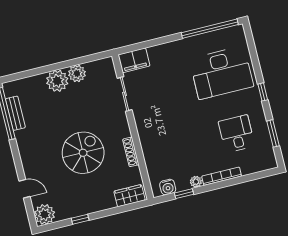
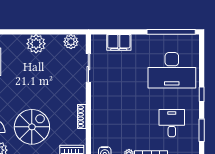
filing cabinet: (134, 60) -> (119, 42), moved
plant: (77, 73) -> (71, 42), moved
spiral stairs: (83, 153) -> (32, 127), moved

